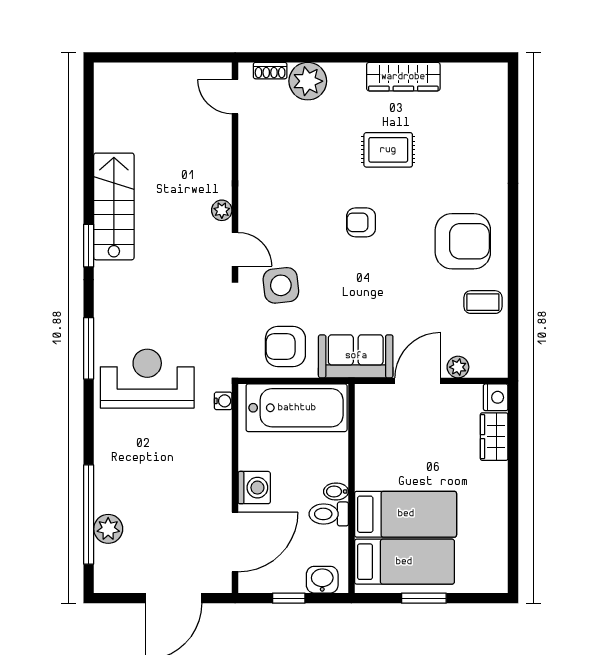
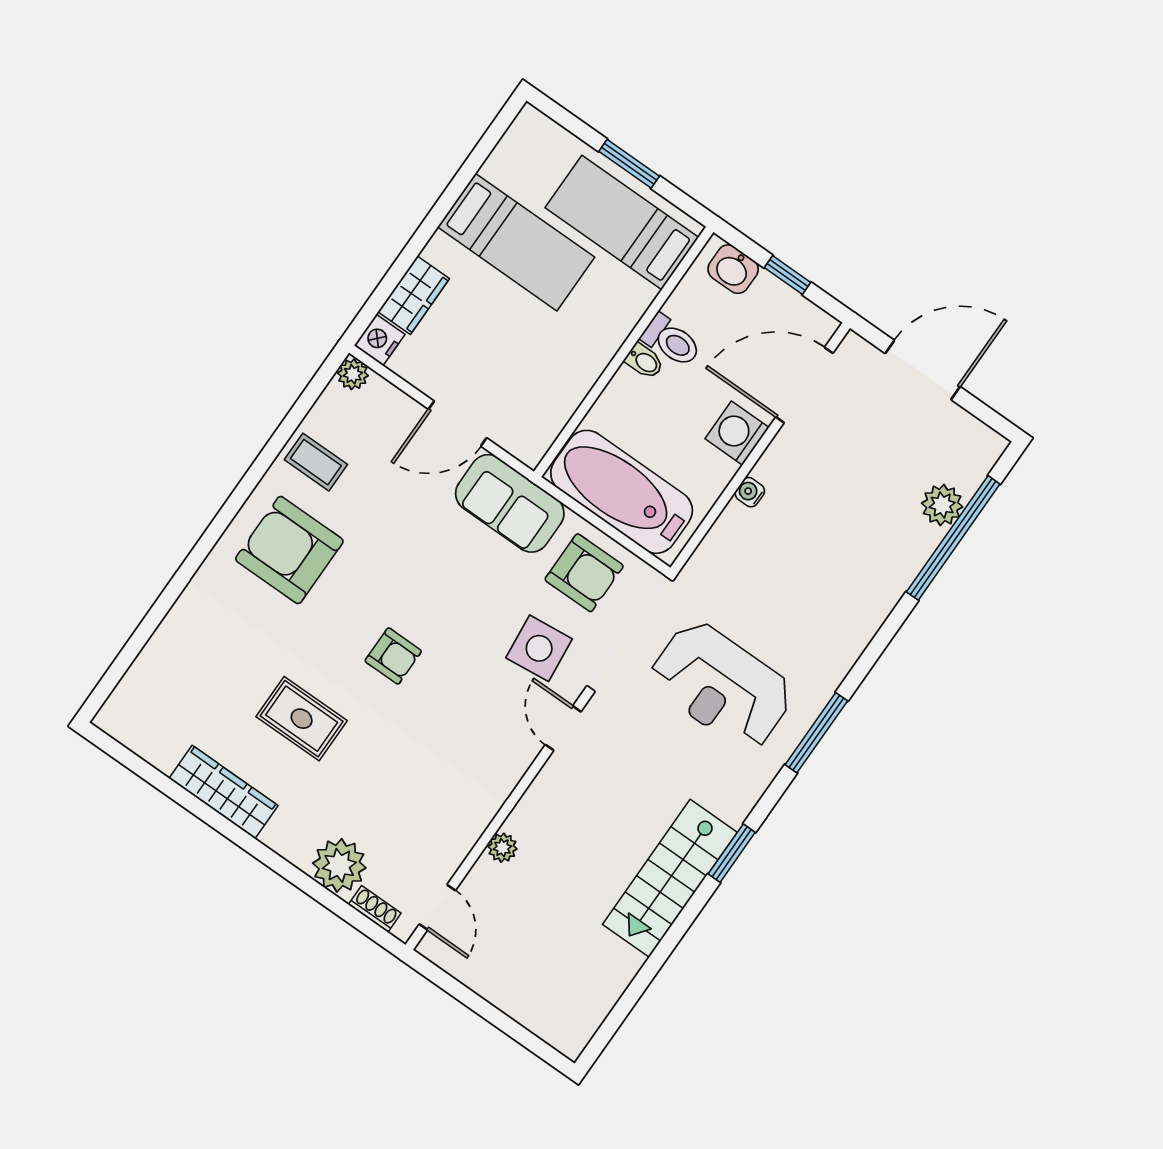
plant: (222, 210) -> (502, 848), moved
plant: (458, 367) -> (353, 374), moved
reception desk: (147, 379) -> (721, 686), moved
water cooler: (223, 401) -> (750, 492), moved
bed: (406, 514) -> (516, 242), moved, turned 180

